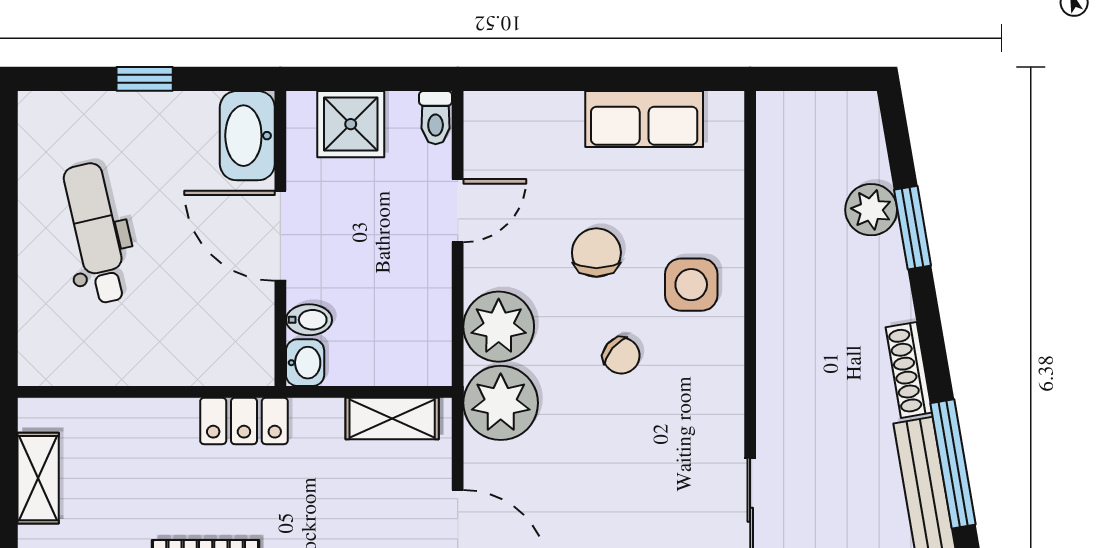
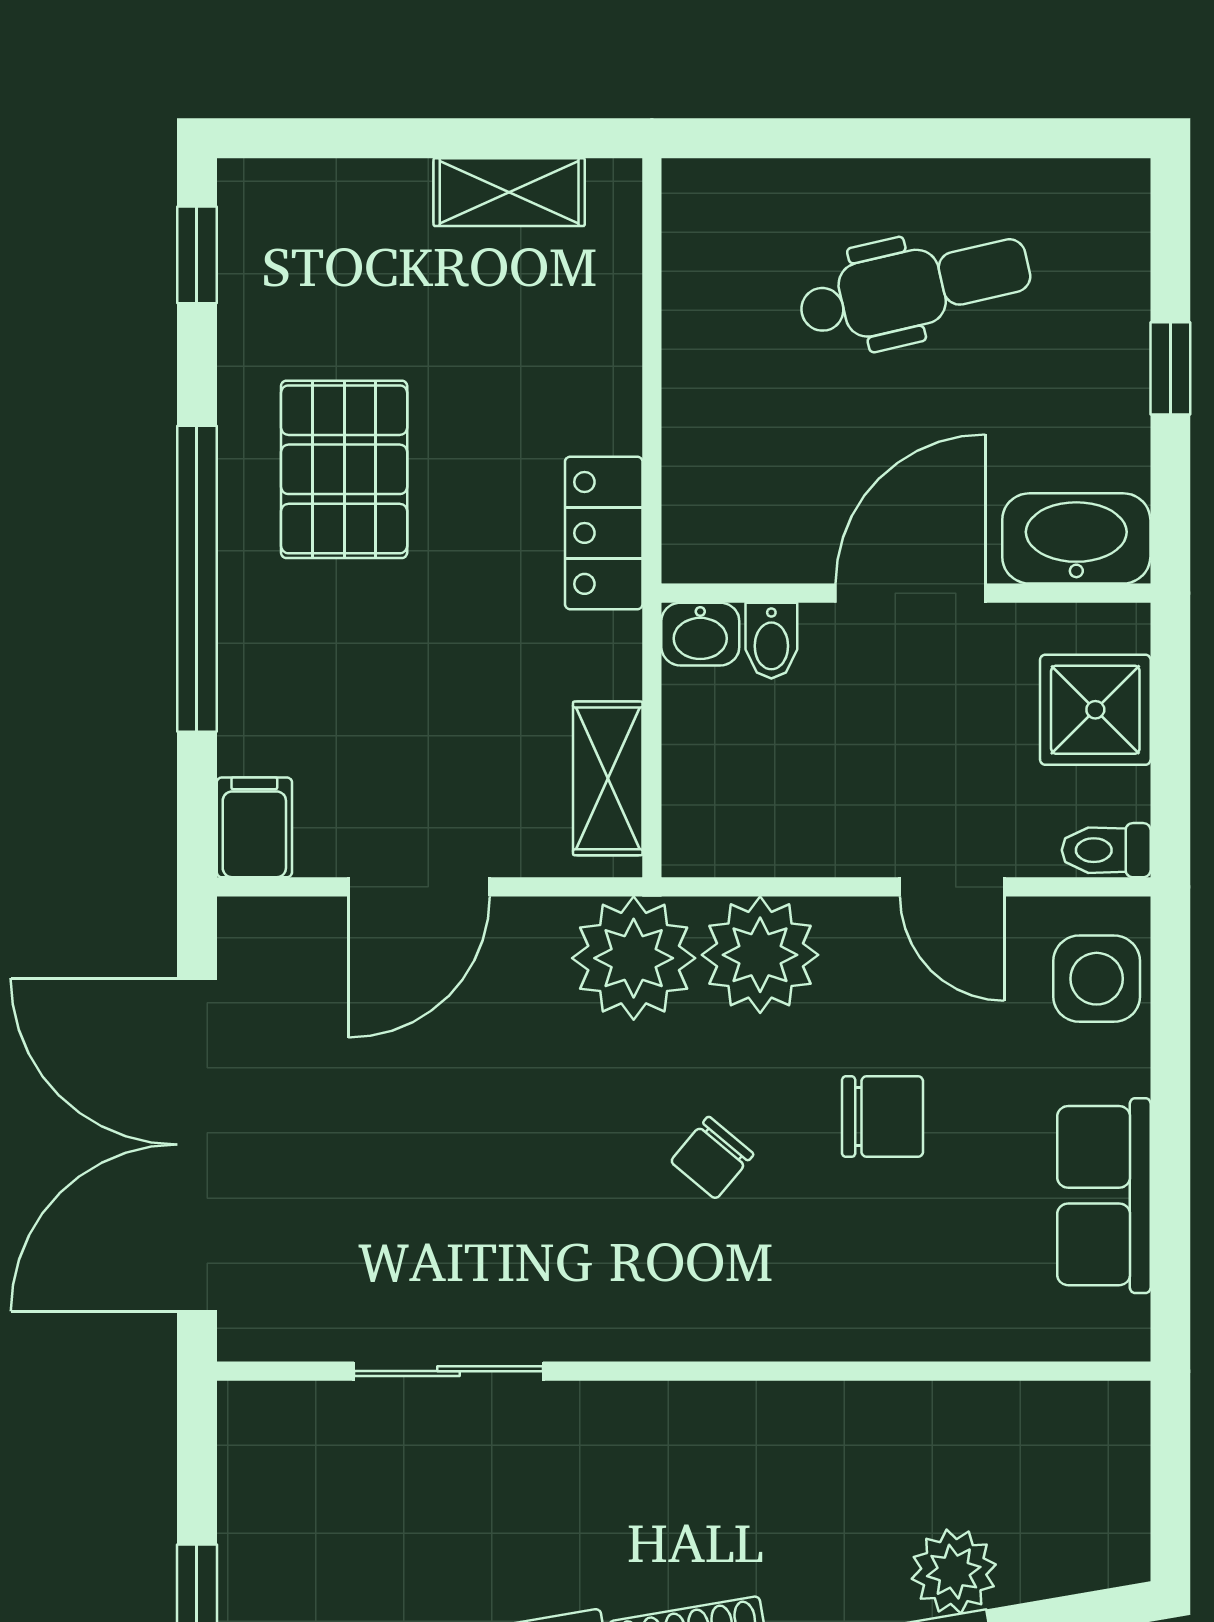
side table: (691, 285) -> (1097, 979), moved

